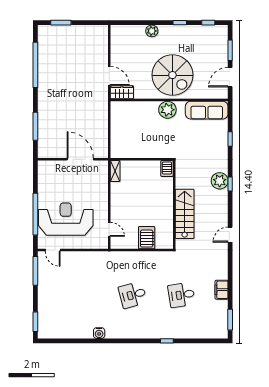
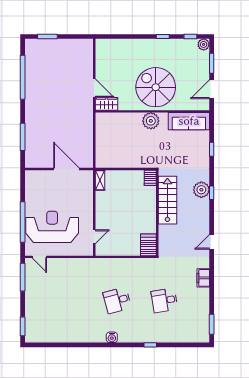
plant: (152, 31) -> (204, 44), moved
spiral stairs: (172, 75) -> (156, 87), turned 180
stairs: (185, 214) -> (167, 200), moved
door: (109, 229) -> (94, 237), hinge flipped
server rack: (147, 238) -> (148, 245), moved
filing cabinet: (222, 290) -> (203, 278), moved
water cooler: (99, 333) -> (112, 337), moved

